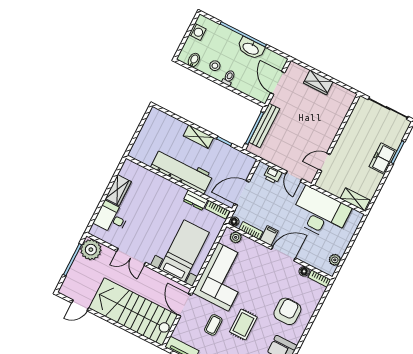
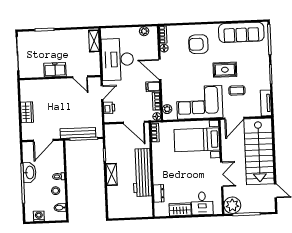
freezer: (383, 159) -> (55, 70), moved, turned 180
dresser: (195, 200) -> (159, 193), moved

